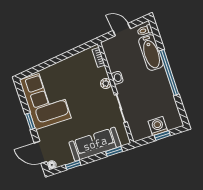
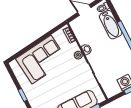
corner sofa: (45, 99) -> (42, 59), moved, turned 84

